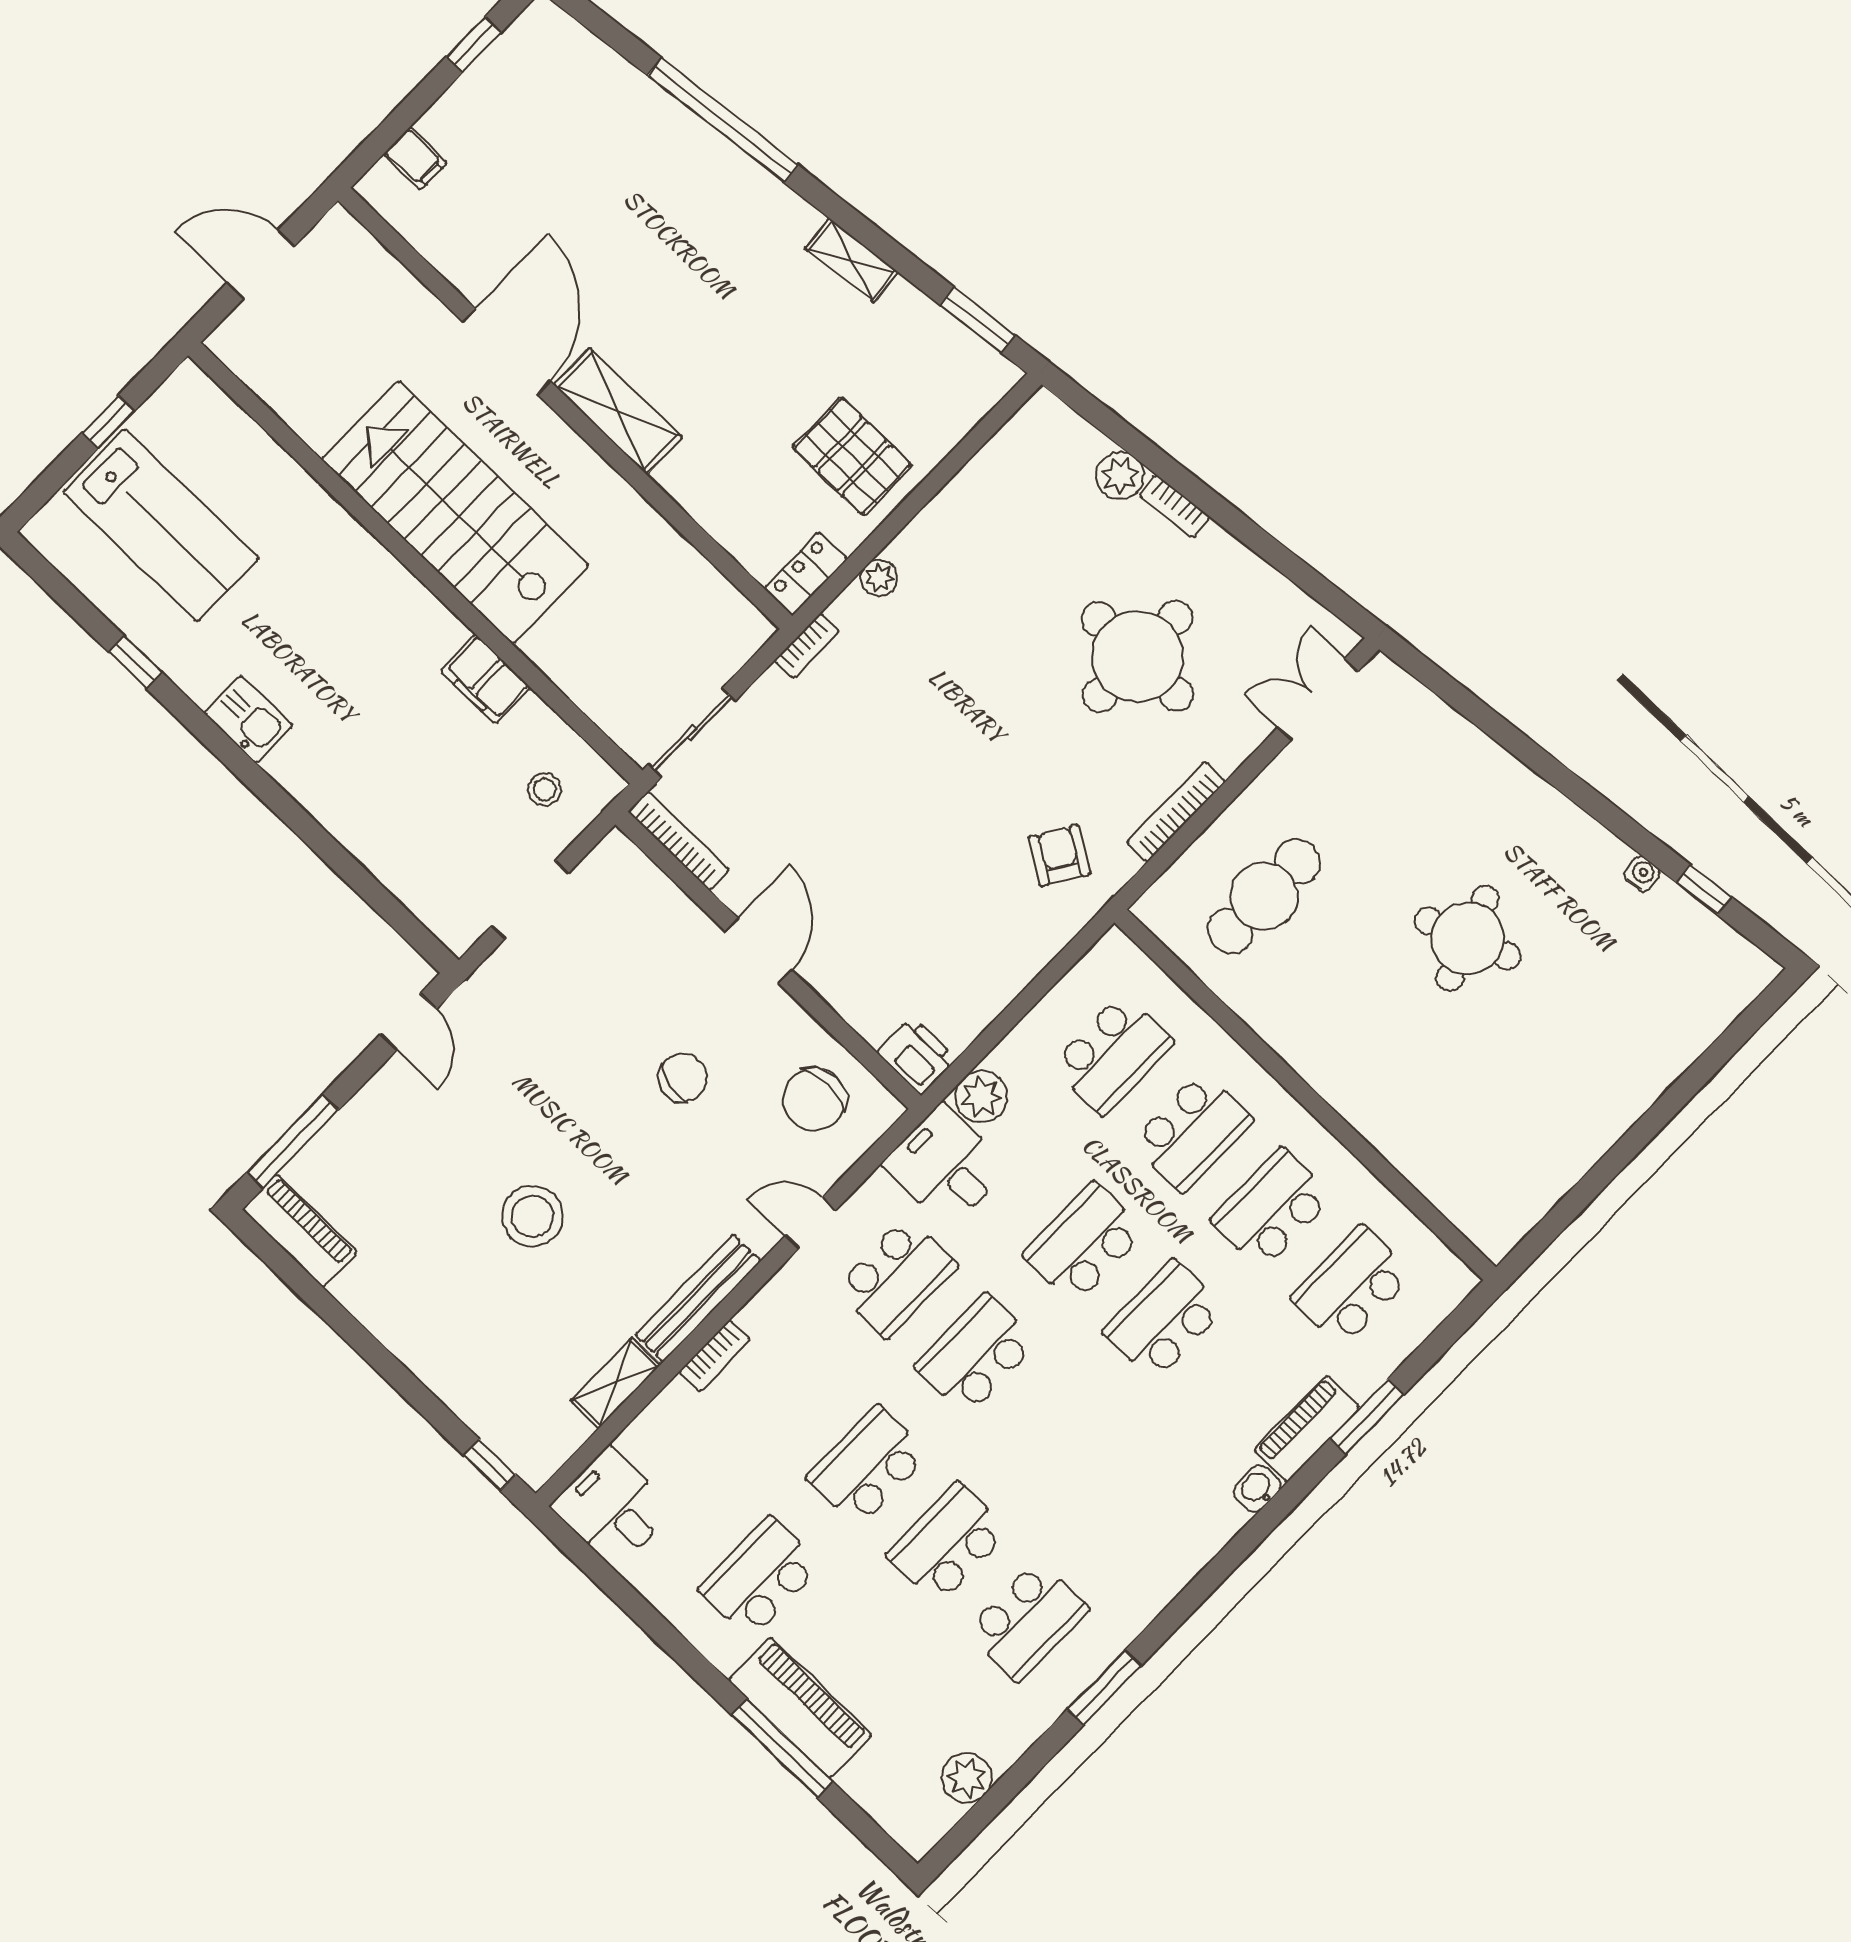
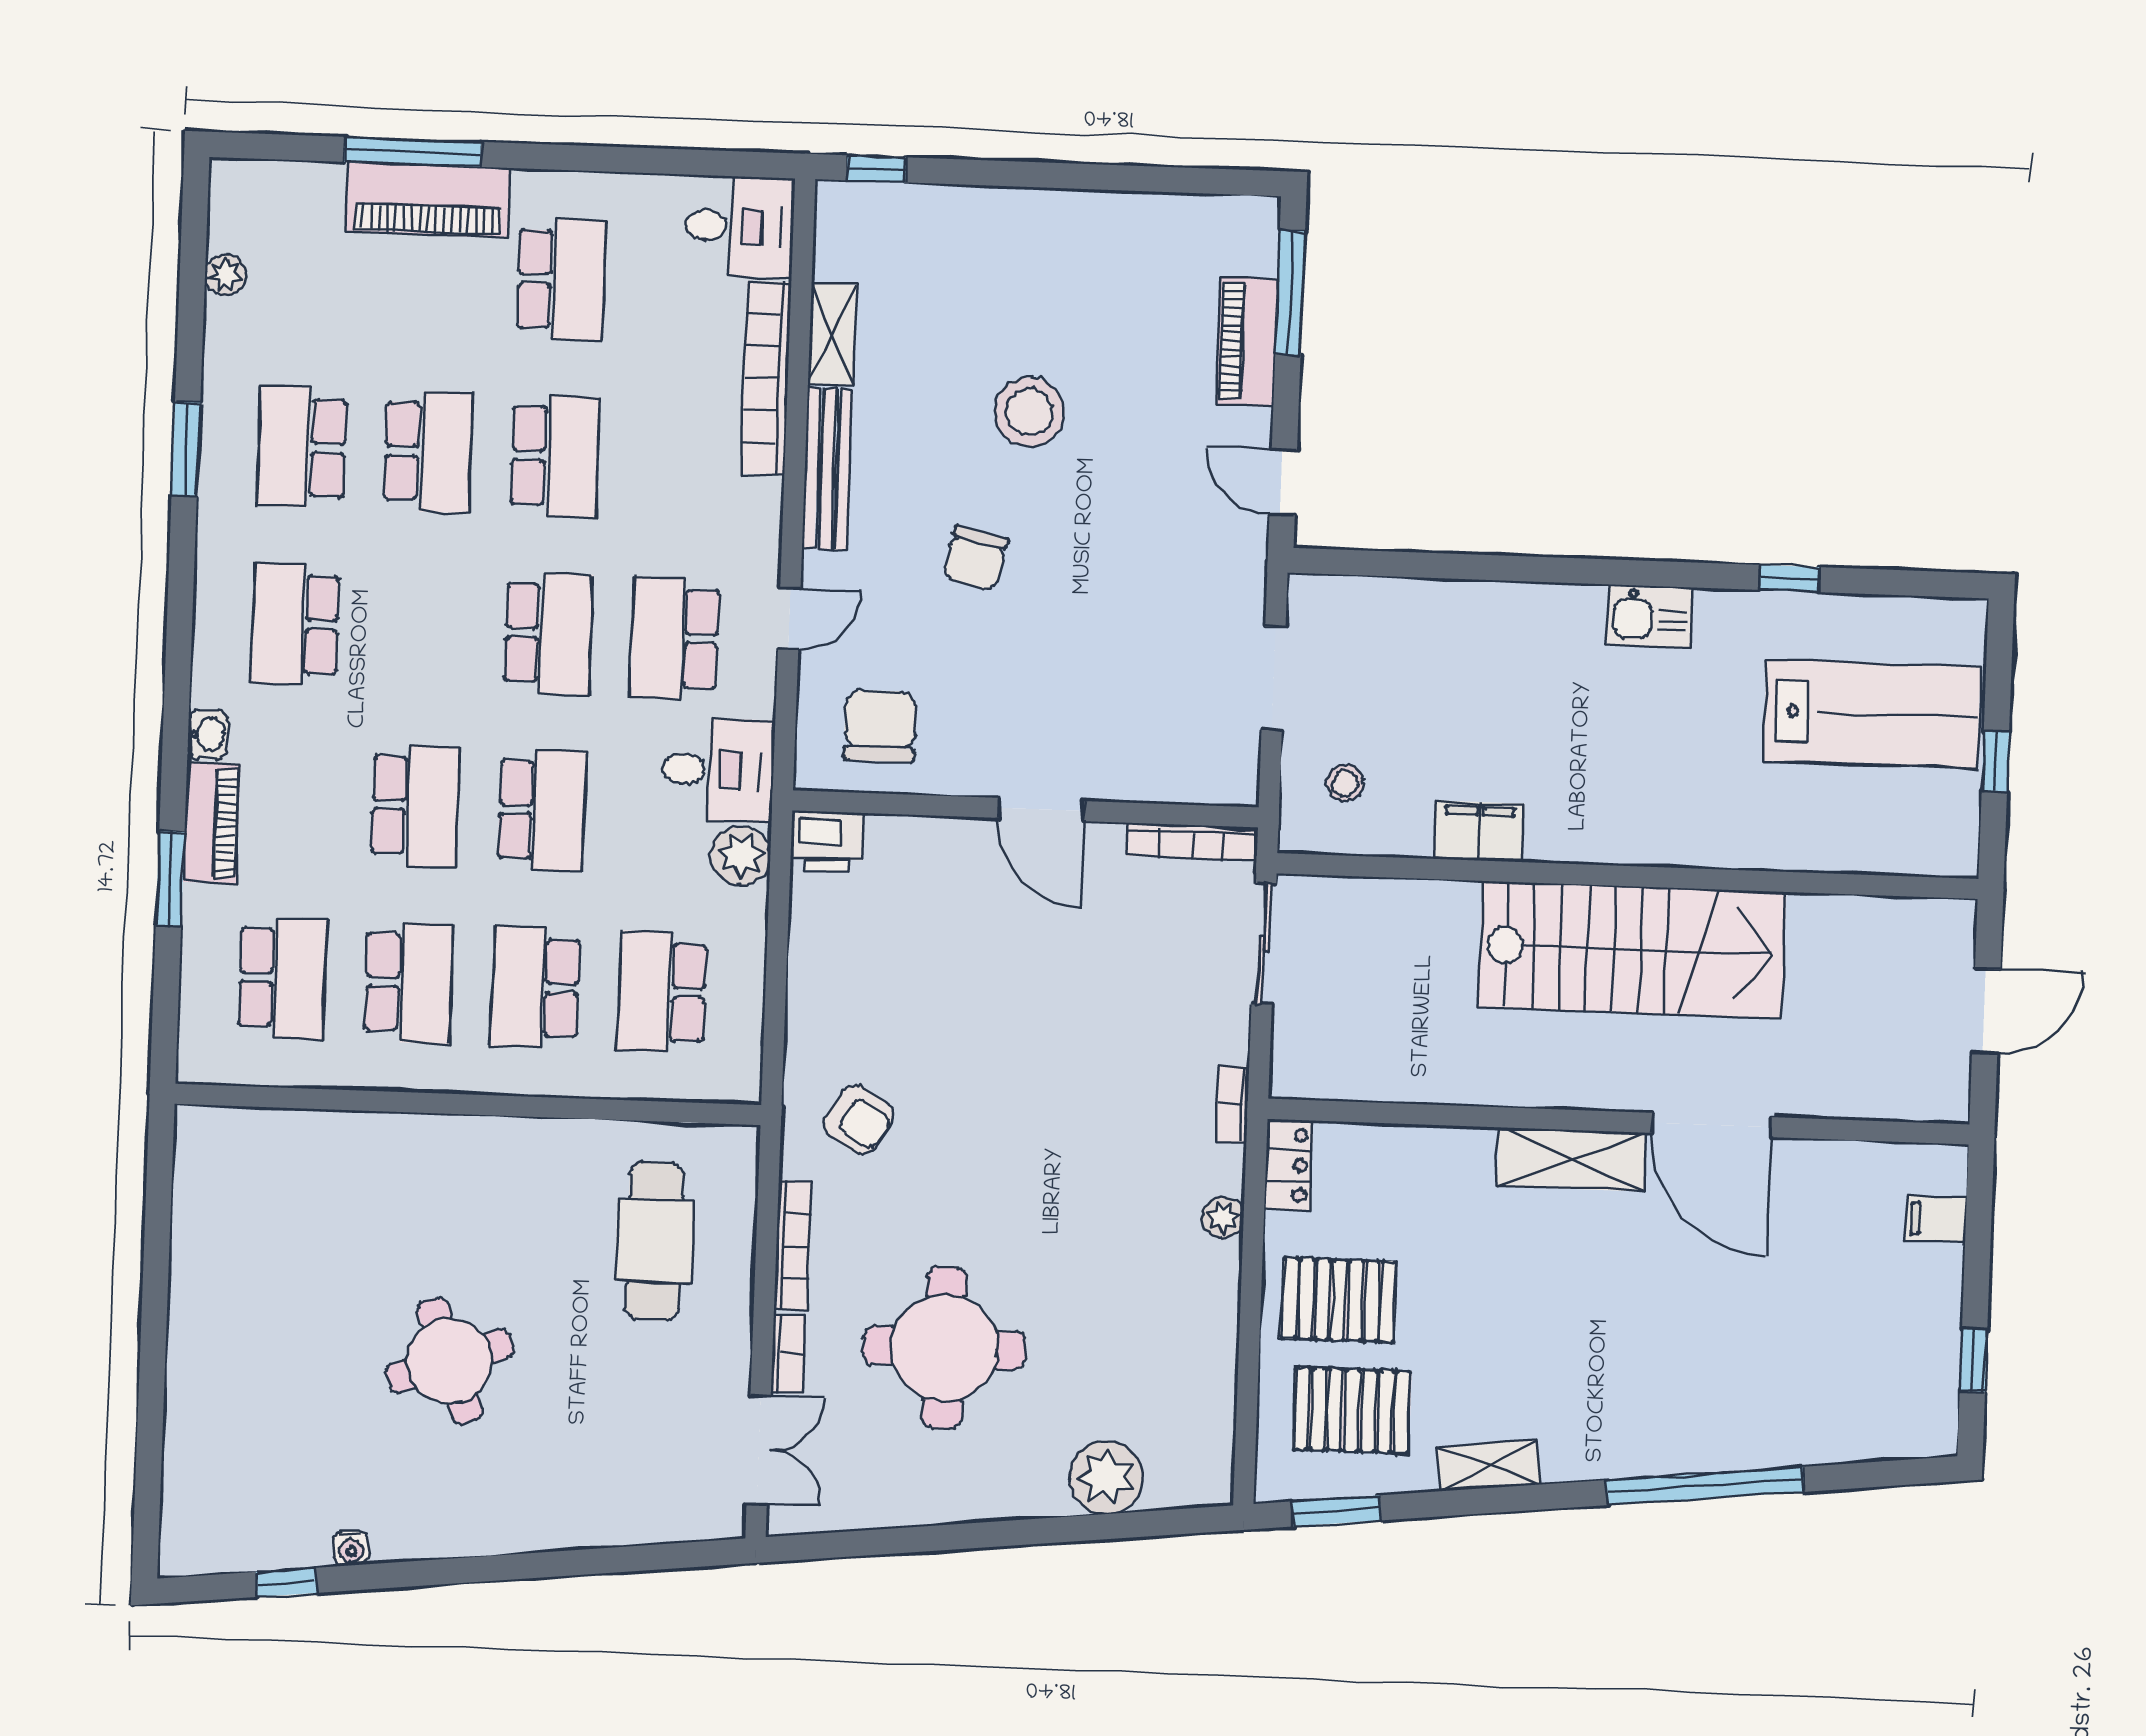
pallet: (908, 377) -> (1352, 1410), added
plant: (1120, 476) -> (1106, 1477), width x1.36, depth x1.36
bookcase: (1175, 506) -> (788, 1354), moved, turned 96
lab bench: (161, 525) -> (1872, 714), turned 180
chair: (683, 1078) -> (975, 558), moved
piano: (300, 1231) -> (1247, 342), moved, turned 90
bookcase: (715, 1356) -> (766, 378), width x2.31, depth x1.31
school desk: (1136, 1509) -> (295, 624), added
plant: (967, 1778) -> (226, 275), width x0.73, depth x0.73

